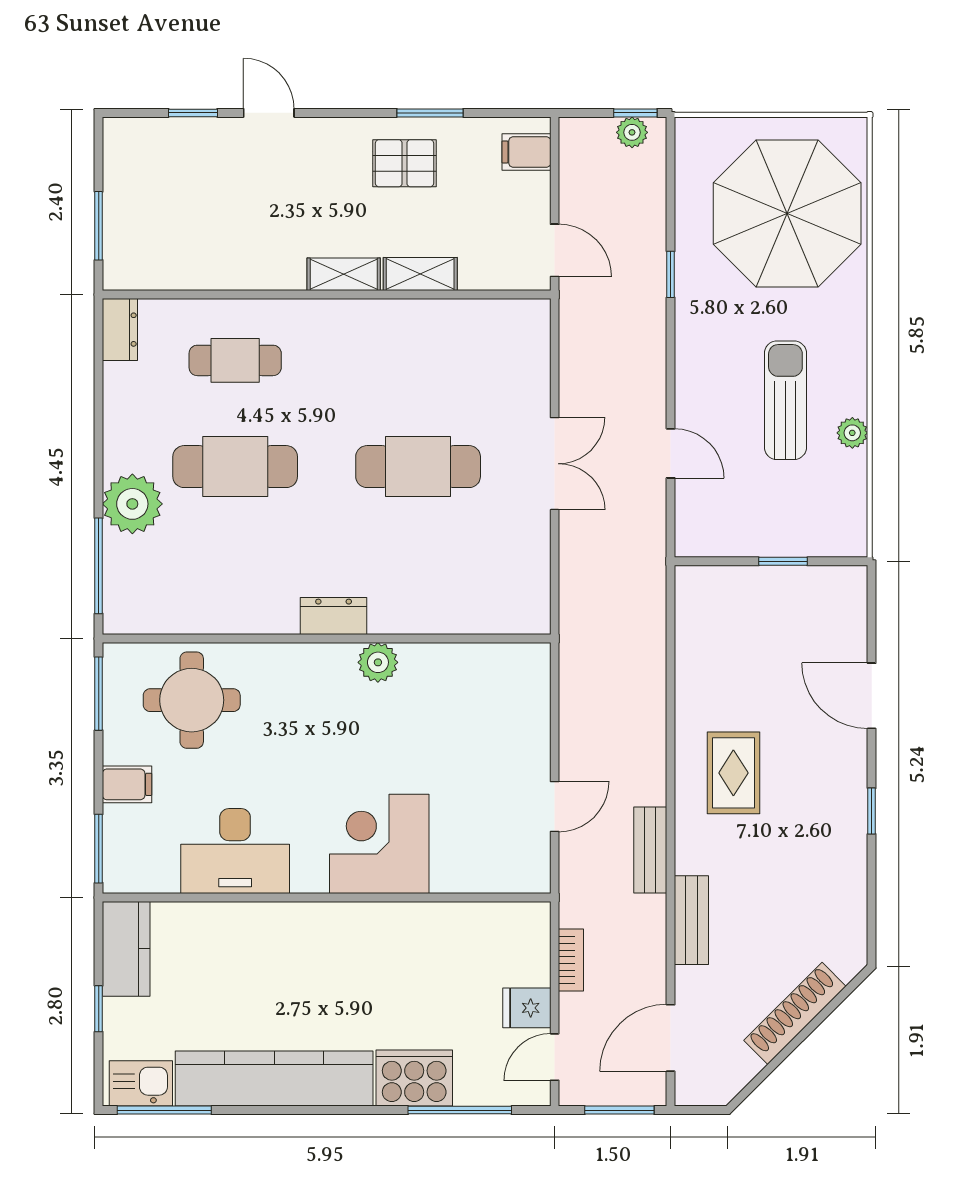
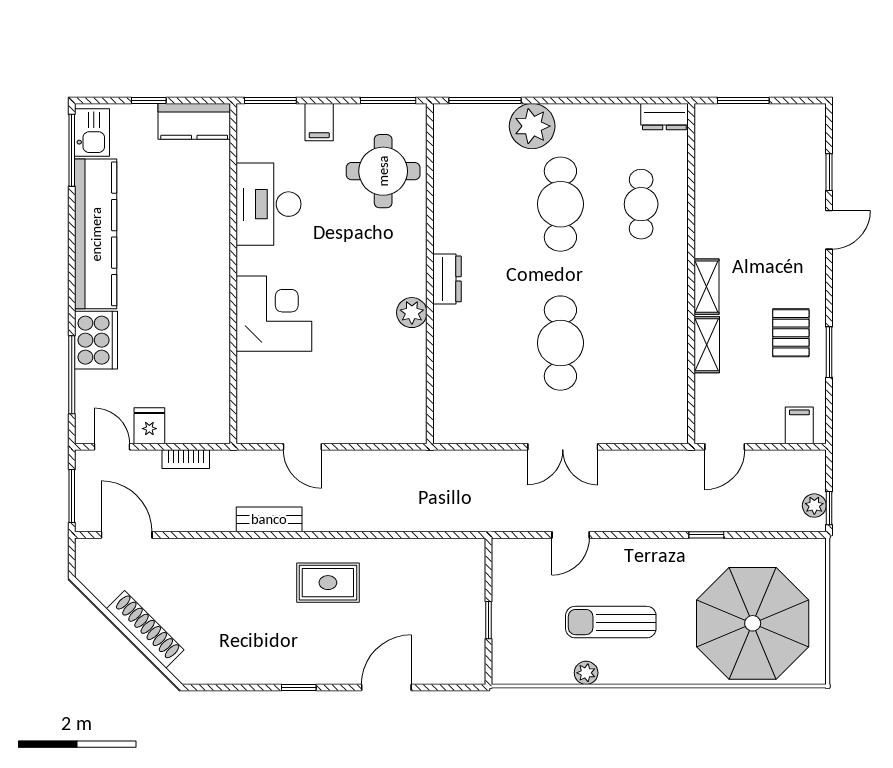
sun lounger: (785, 400) -> (611, 622), turned 180
bench: (691, 920) -> (216, 551), removed

